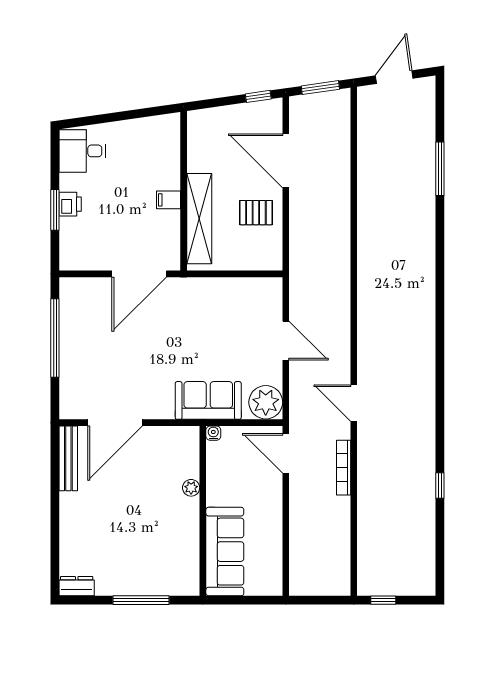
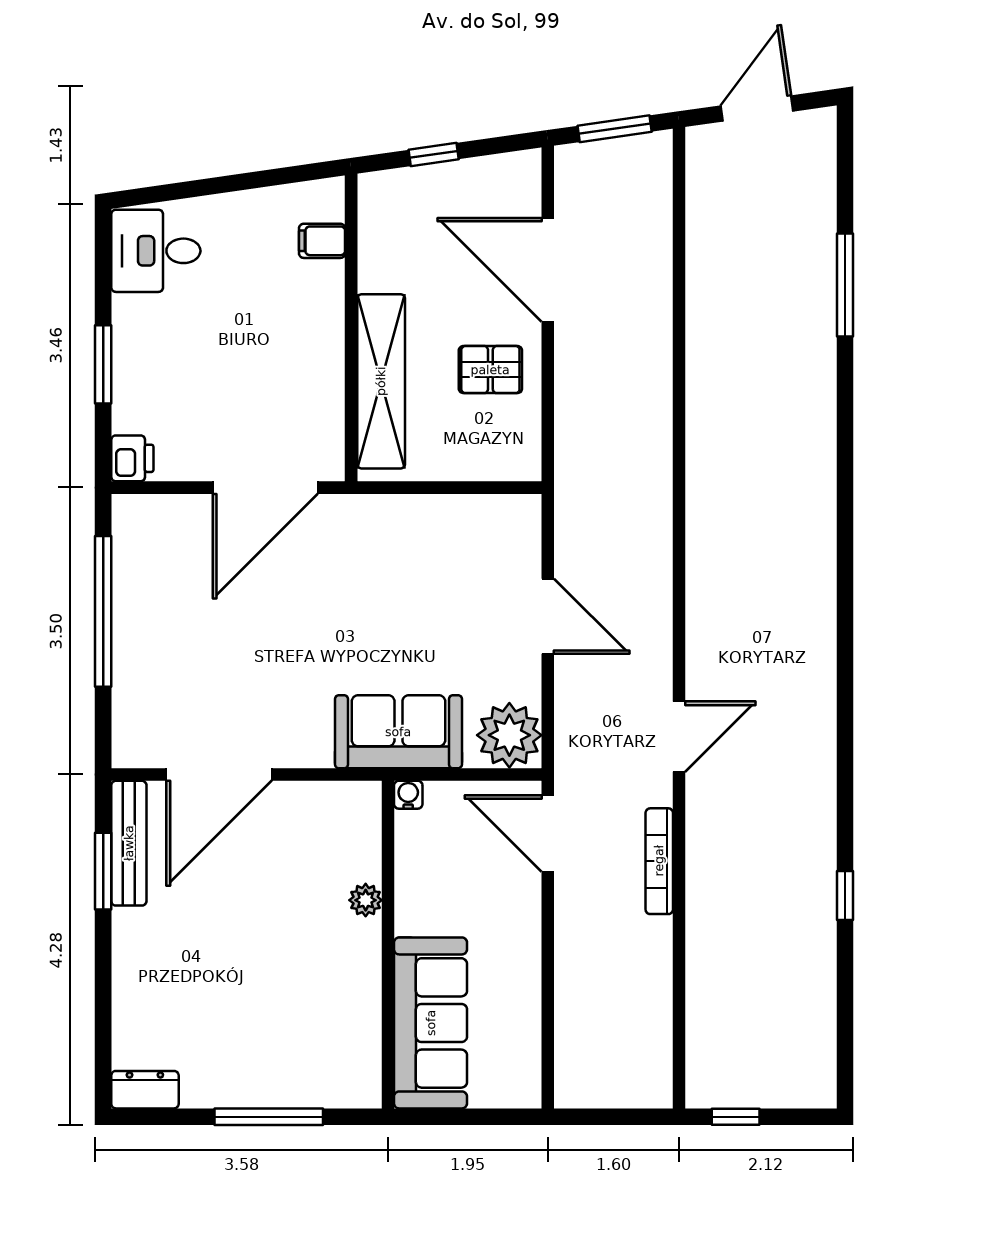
window: (258, 96) -> (434, 155), moved
filing cabinet: (169, 200) -> (322, 241), moved
printer: (70, 204) -> (132, 458), moved
door: (354, 403) -> (679, 737), swing flipped
window: (55, 473) -> (103, 871), added

